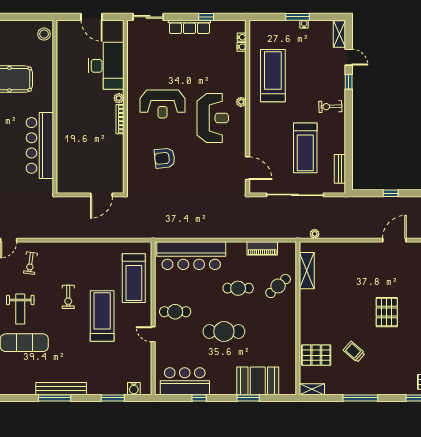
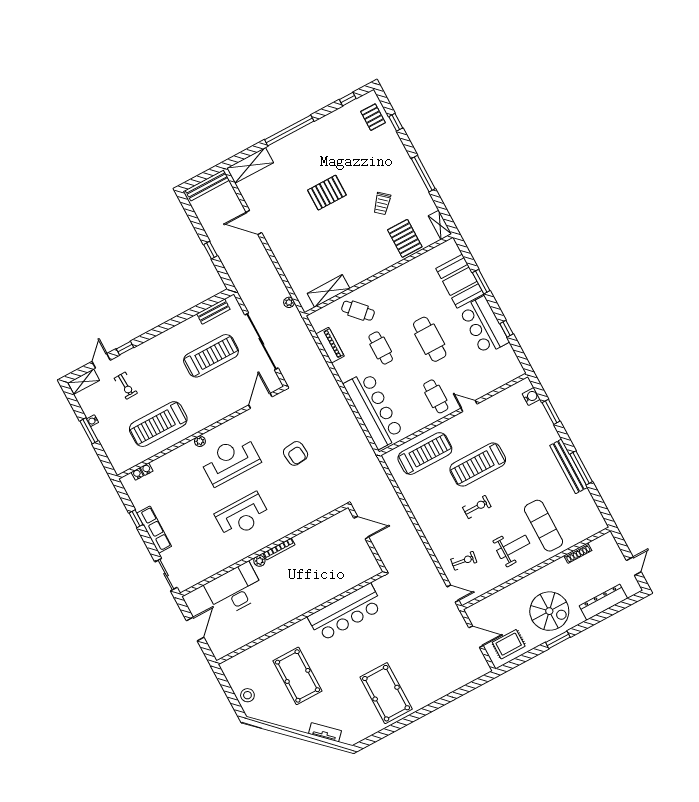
stool: (44, 34) -> (247, 695), moved
reception desk: (162, 104) -> (242, 516), turned 90
exercise bike: (330, 107) -> (126, 386), moved
armchair: (165, 158) -> (296, 453), moved
door: (153, 334) -> (469, 406), swing flipped
bar counter: (185, 381) -> (484, 326), moved

